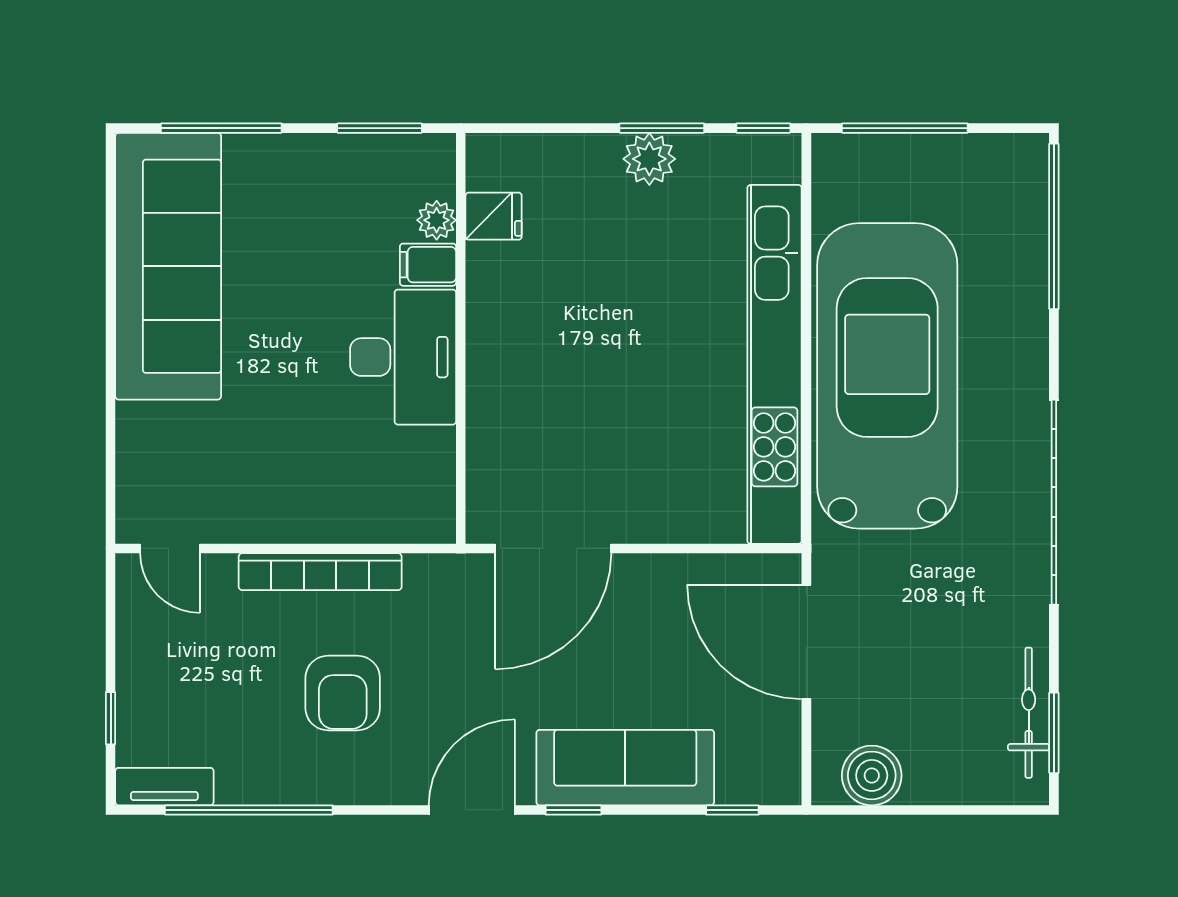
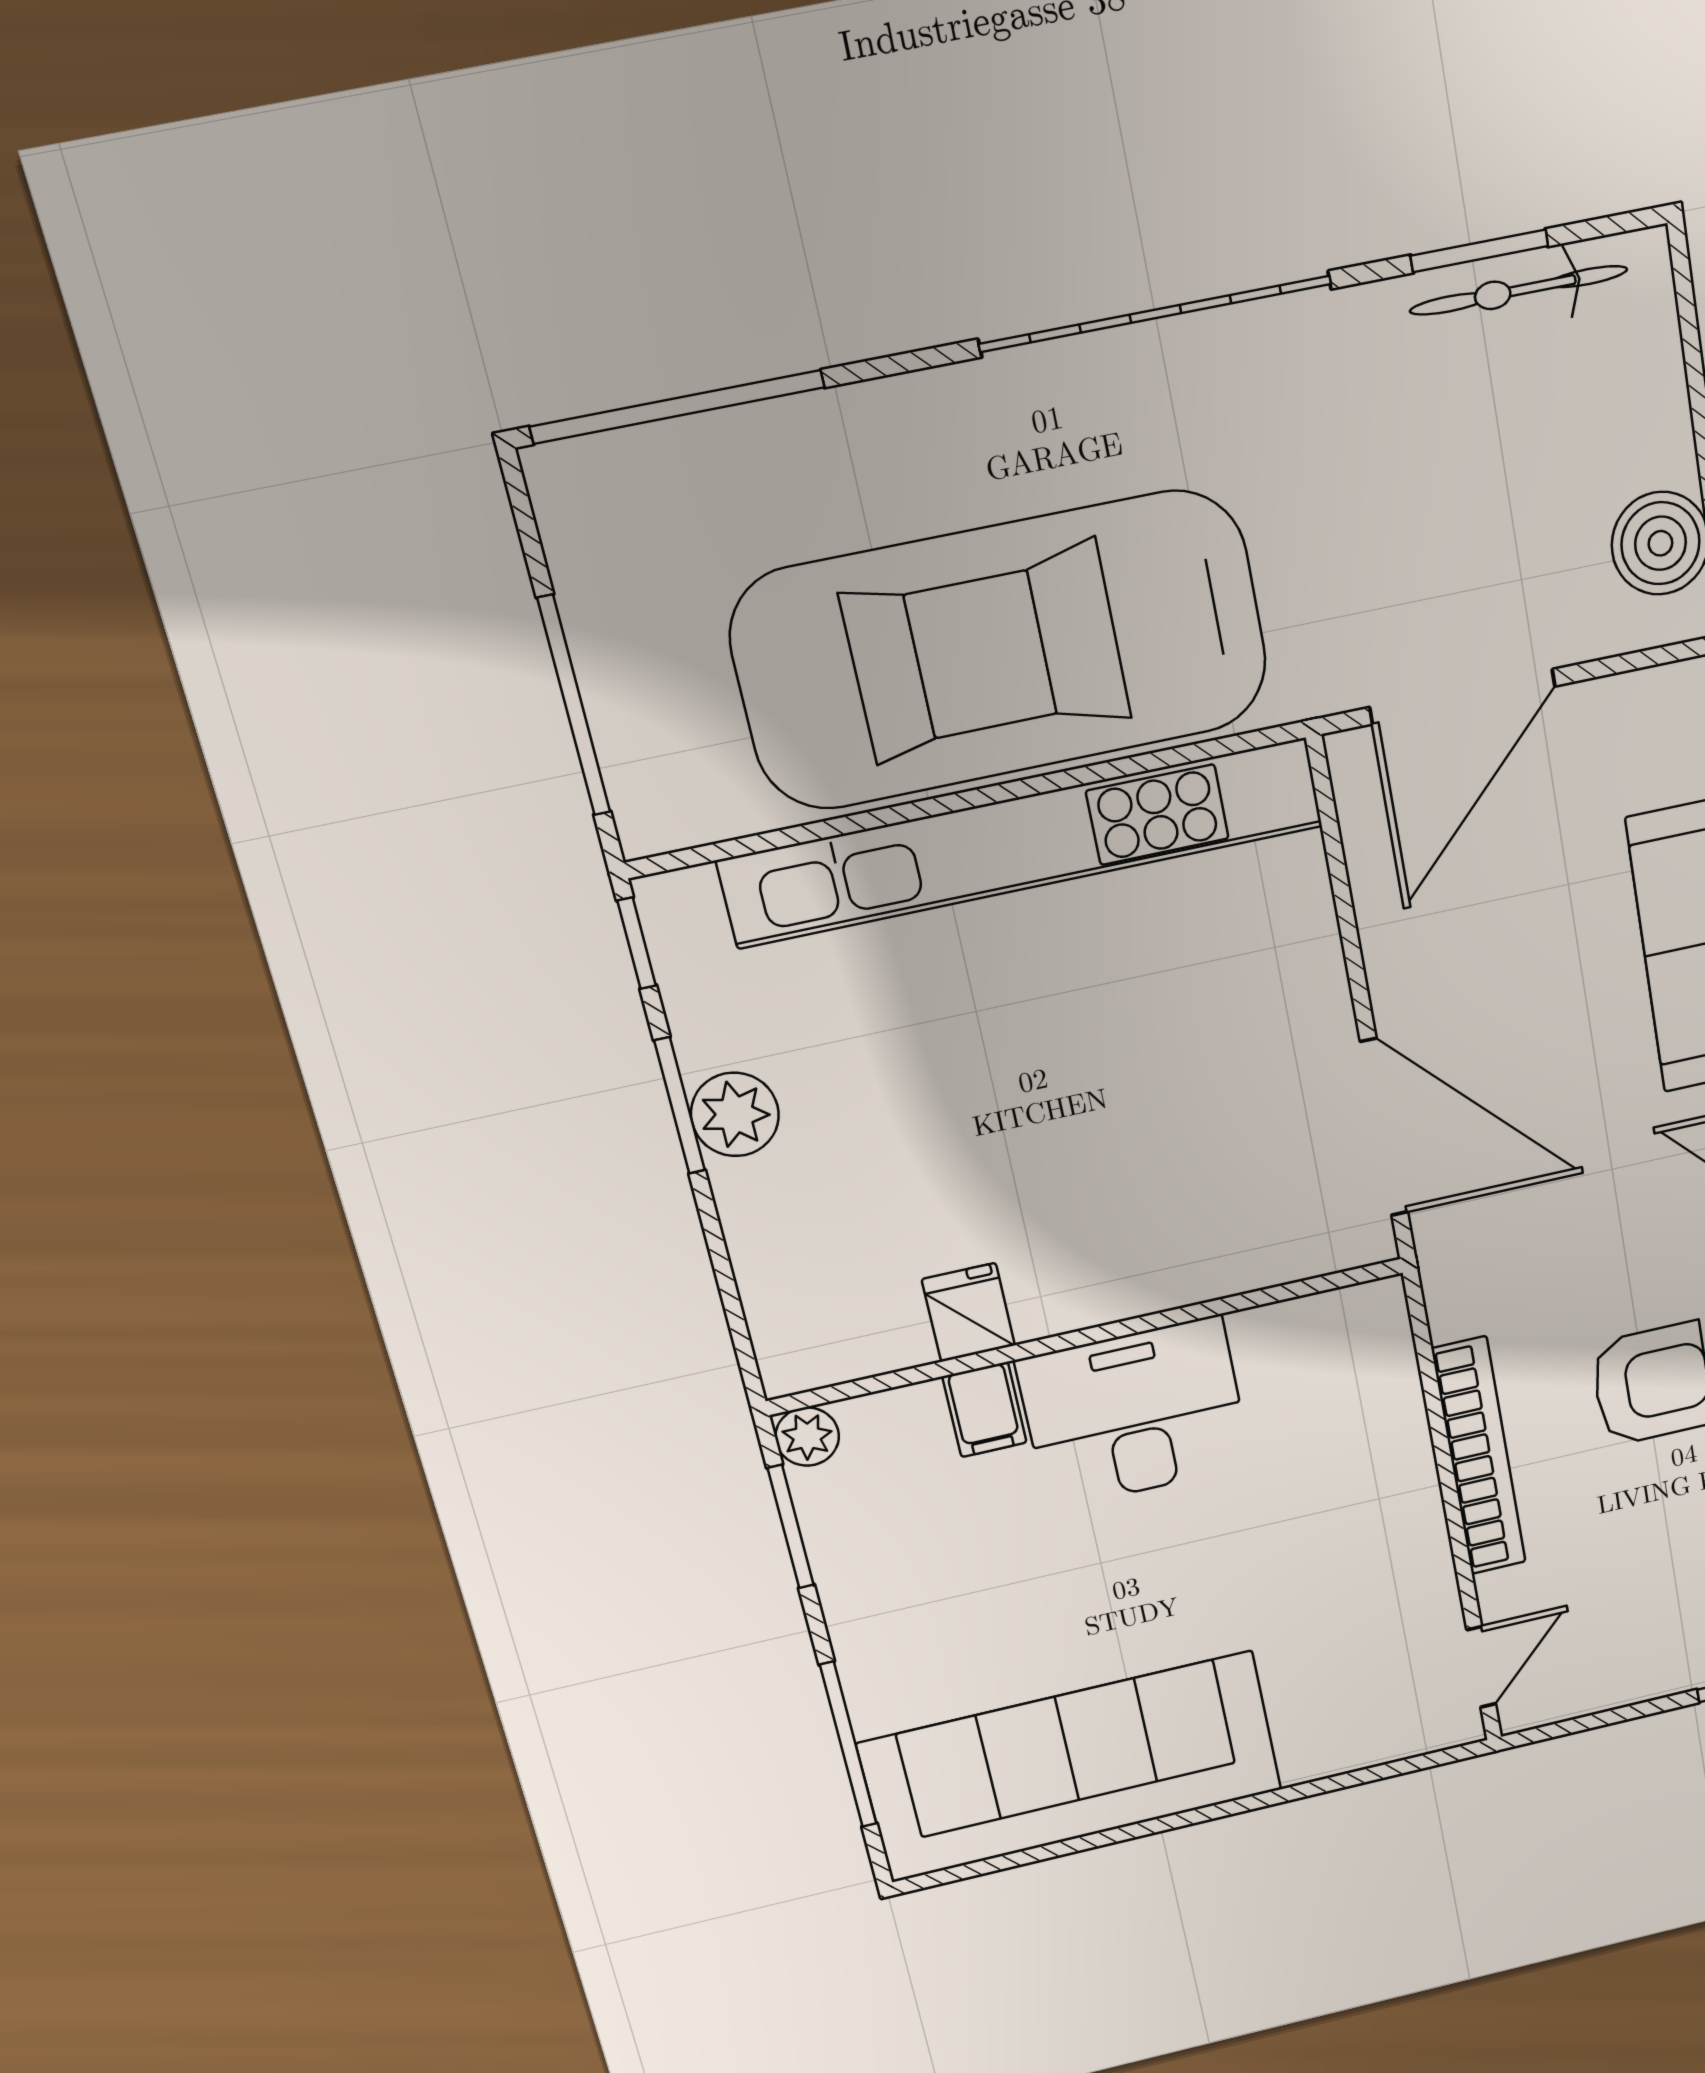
fridge: (494, 216) -> (968, 1312), moved
plant: (437, 220) -> (807, 1437), moved
window: (1054, 733) -> (1479, 251), moved

